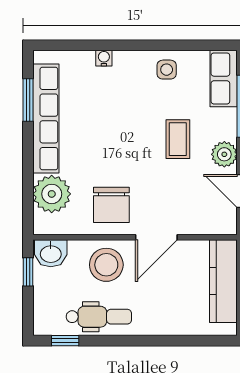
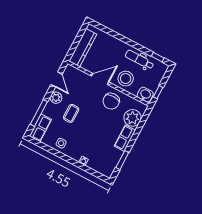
row of seats: (46, 118) -> (125, 138), width x0.50
chair: (111, 205) -> (111, 101), turned 180

